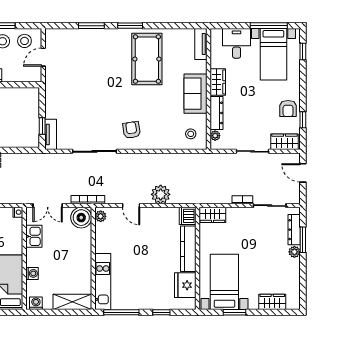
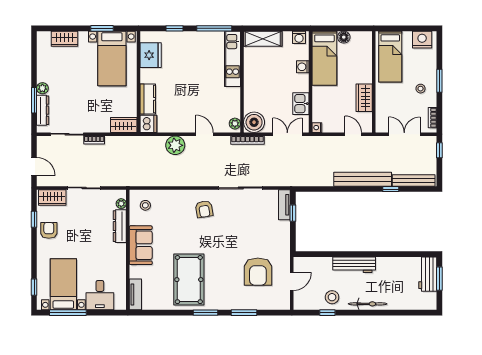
stool: (24, 41) -> (310, 298), removed
armchair: (77, 67) -> (258, 272), added
wardrobe: (218, 82) -> (119, 257), removed
kitchen counter: (188, 249) -> (148, 99), width x0.67

